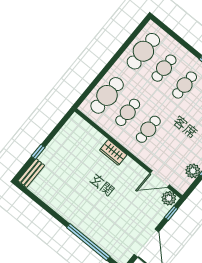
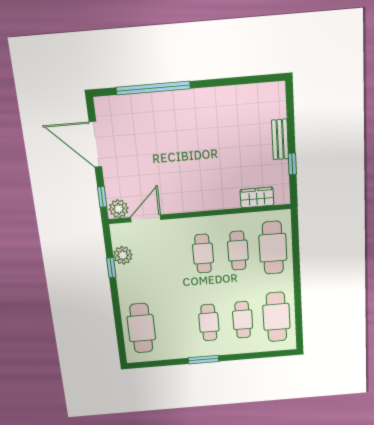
window: (38, 152) -> (292, 164), moved
wardrobe: (113, 152) -> (257, 197), moved
bench: (31, 173) -> (280, 139), moved

